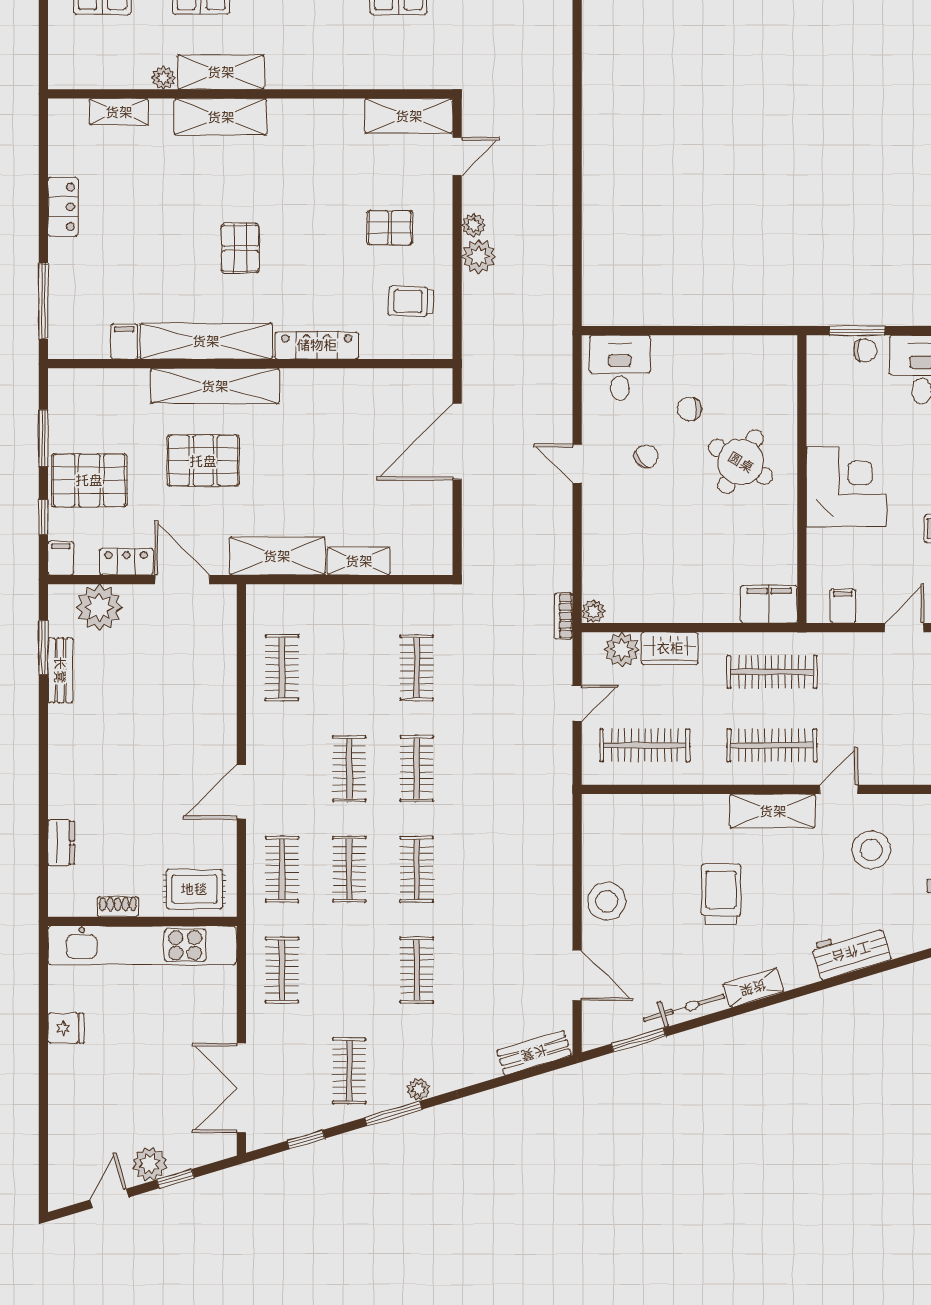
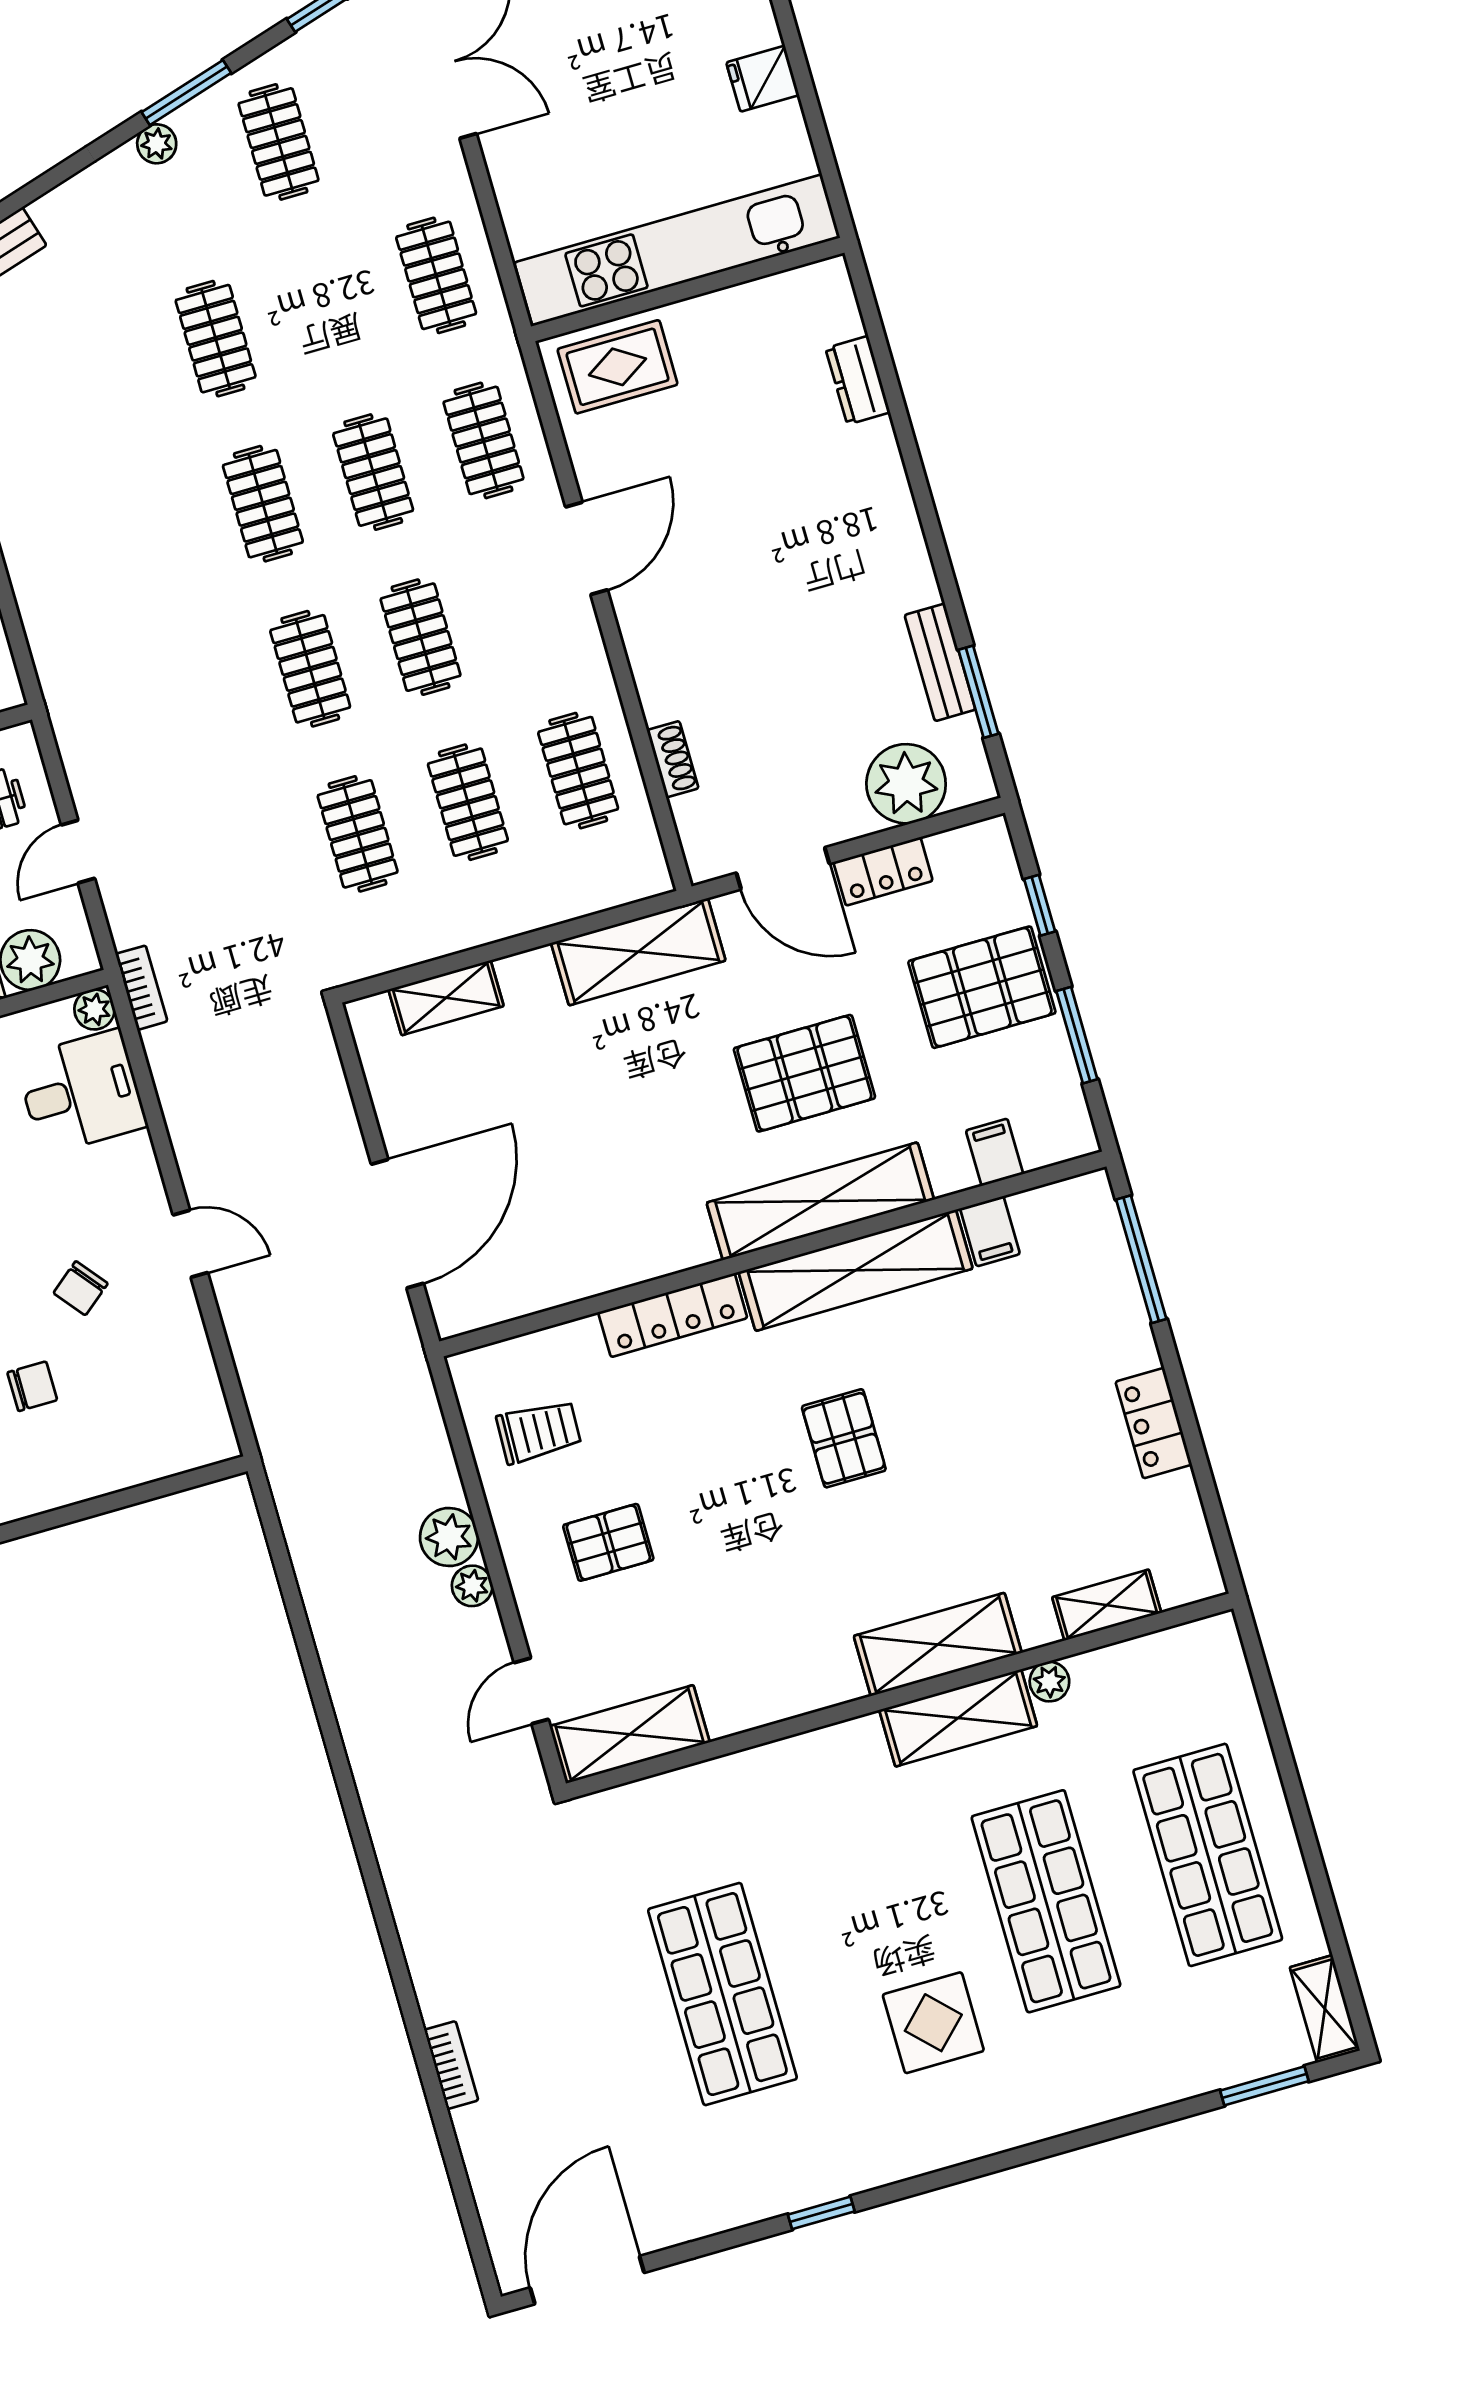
desk: (620, 368) -> (81, 1092), moved, turned -90
filing cabinet: (61, 558) -> (995, 1152), moved, turned 180
shelving: (359, 561) -> (446, 998), moved
clothes rail: (349, 668) -> (468, 802), added
shoe rack: (118, 907) -> (673, 759), moved, turned -90

